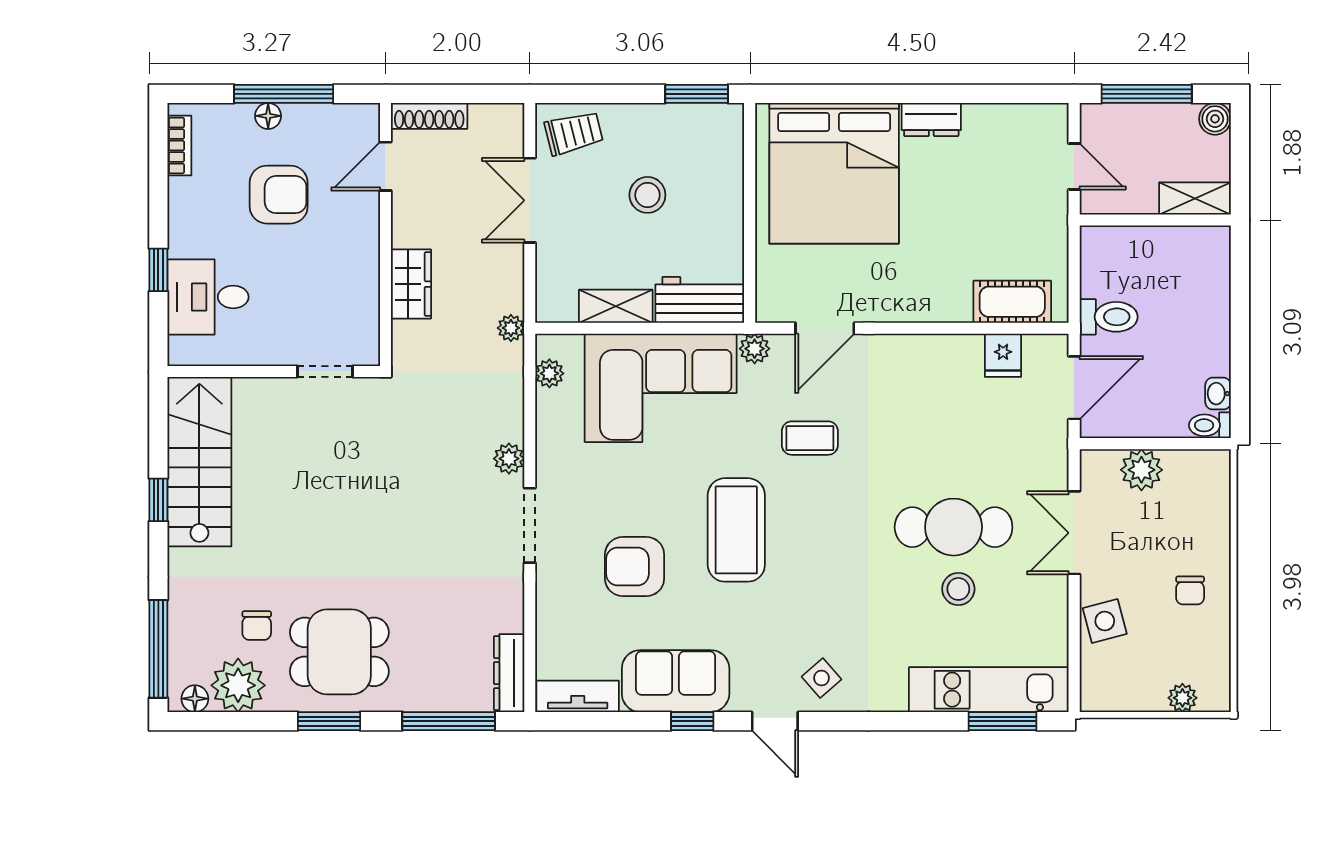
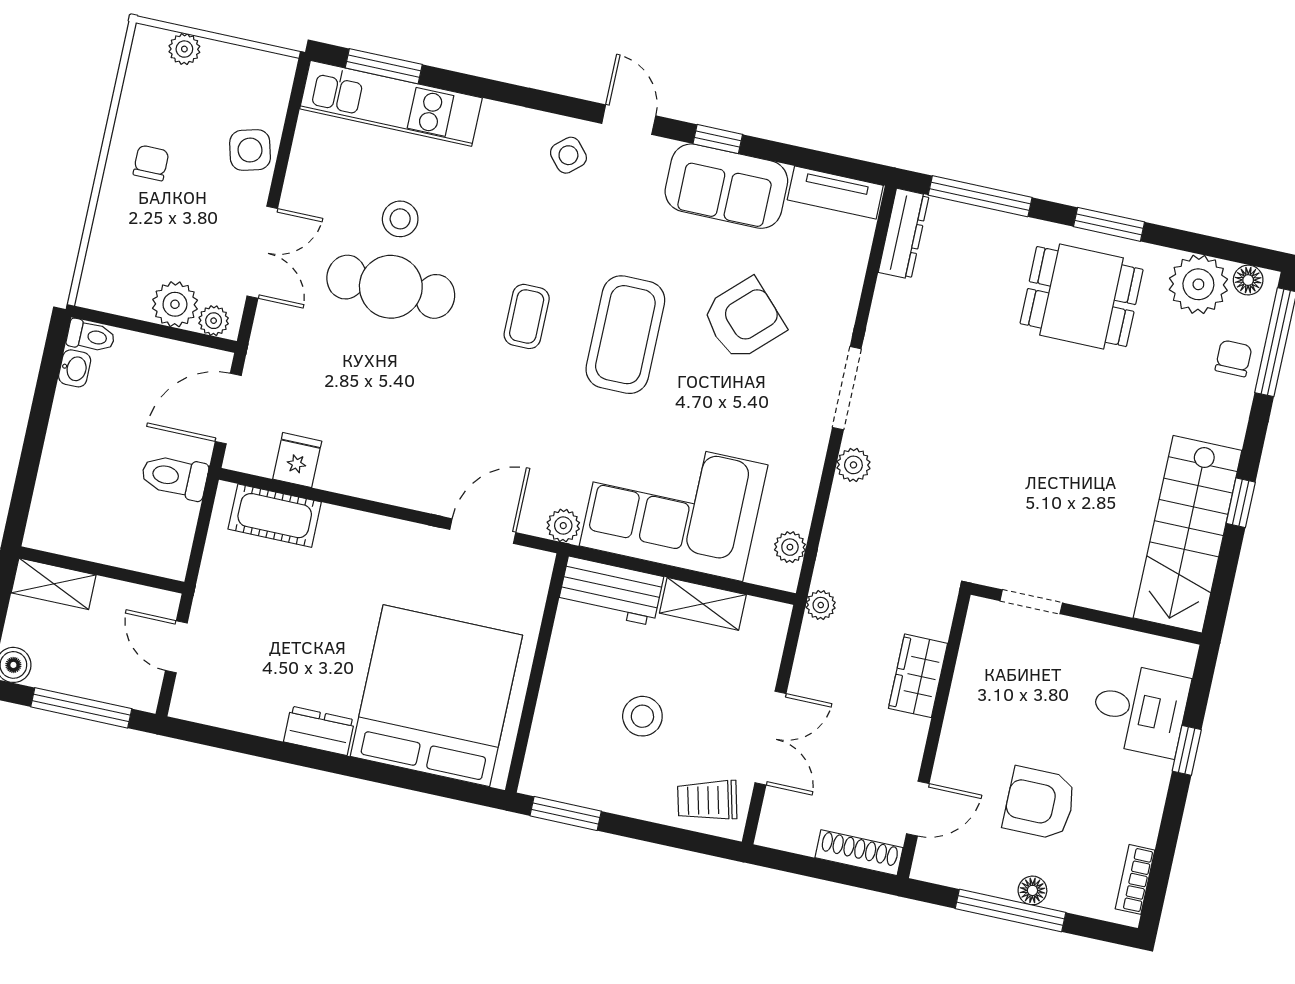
coffee table: (810, 438) -> (527, 316), moved, turned 90
plant: (1104, 463) -> (214, 321), added
armchair: (635, 566) -> (744, 319), turned -44
chair: (257, 626) -> (1233, 358), moved

